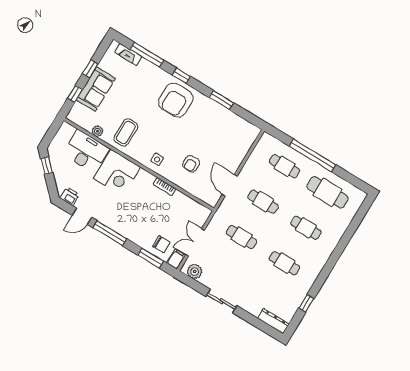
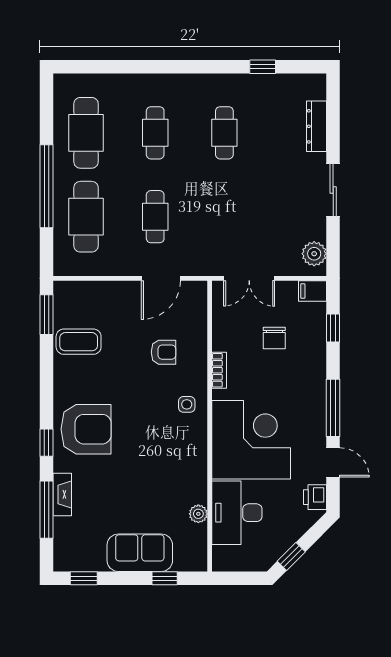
fireplace: (128, 54) -> (62, 494), moved
window: (90, 69) -> (84, 578), moved
window: (221, 100) -> (46, 315), moved
coffee table: (126, 133) -> (79, 342), moved
cafe table: (285, 166) -> (86, 217), width x1.37, depth x1.35
corner desk: (117, 173) -> (251, 440), width x1.36, depth x1.36
cafe table: (242, 237) -> (224, 217), removed
double door: (195, 242) -> (249, 278), moved
chair: (161, 244) -> (274, 338), moved, turned 180
window: (151, 258) -> (333, 328), width x0.67
dresser: (273, 321) -> (317, 126), moved

